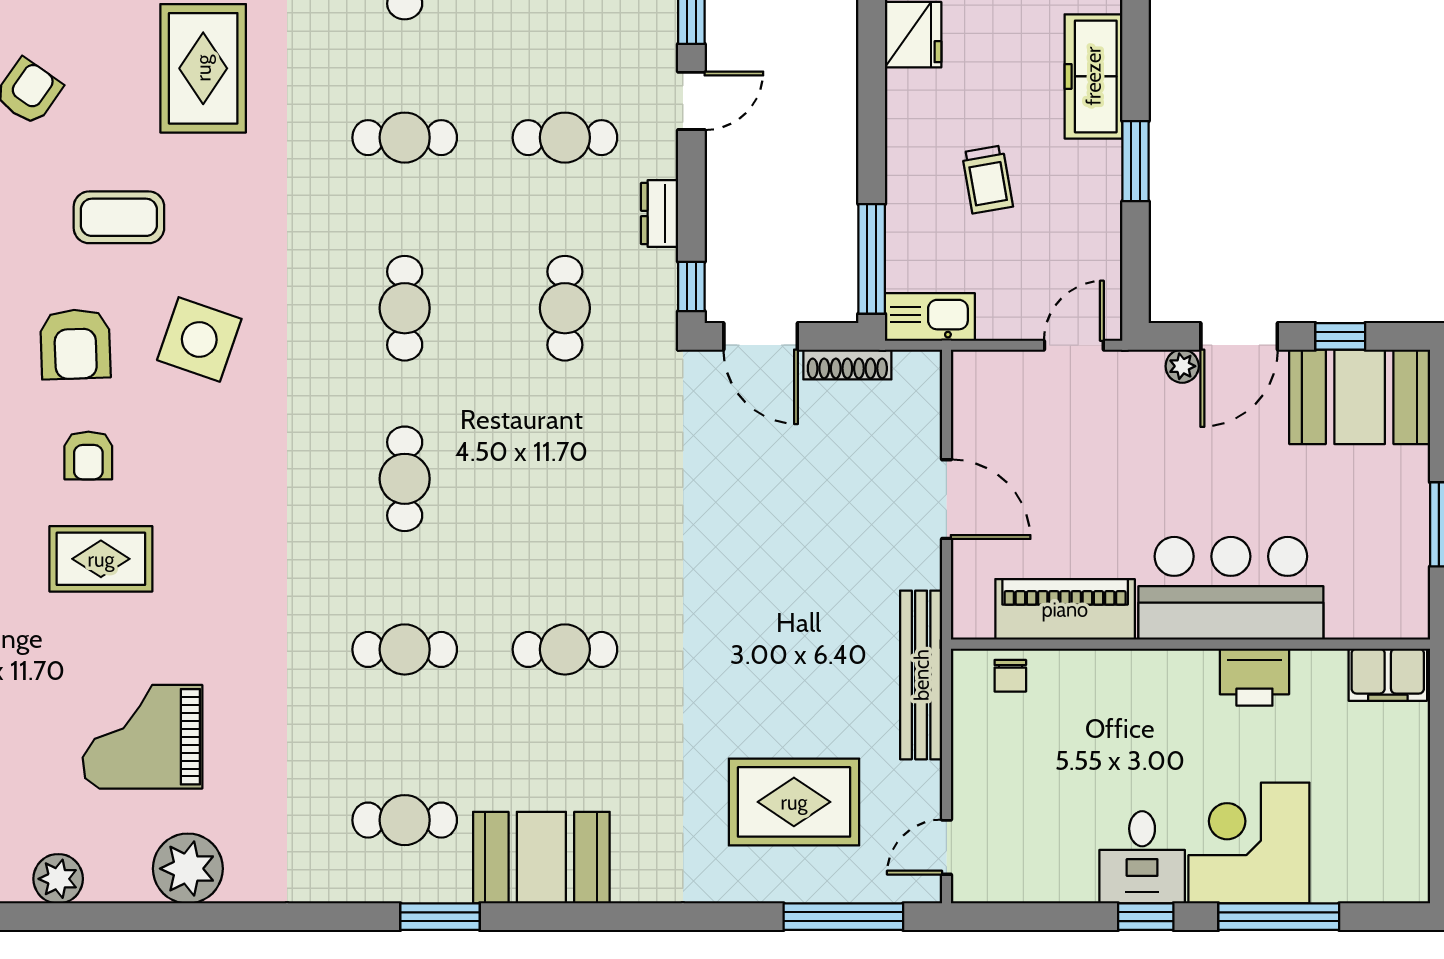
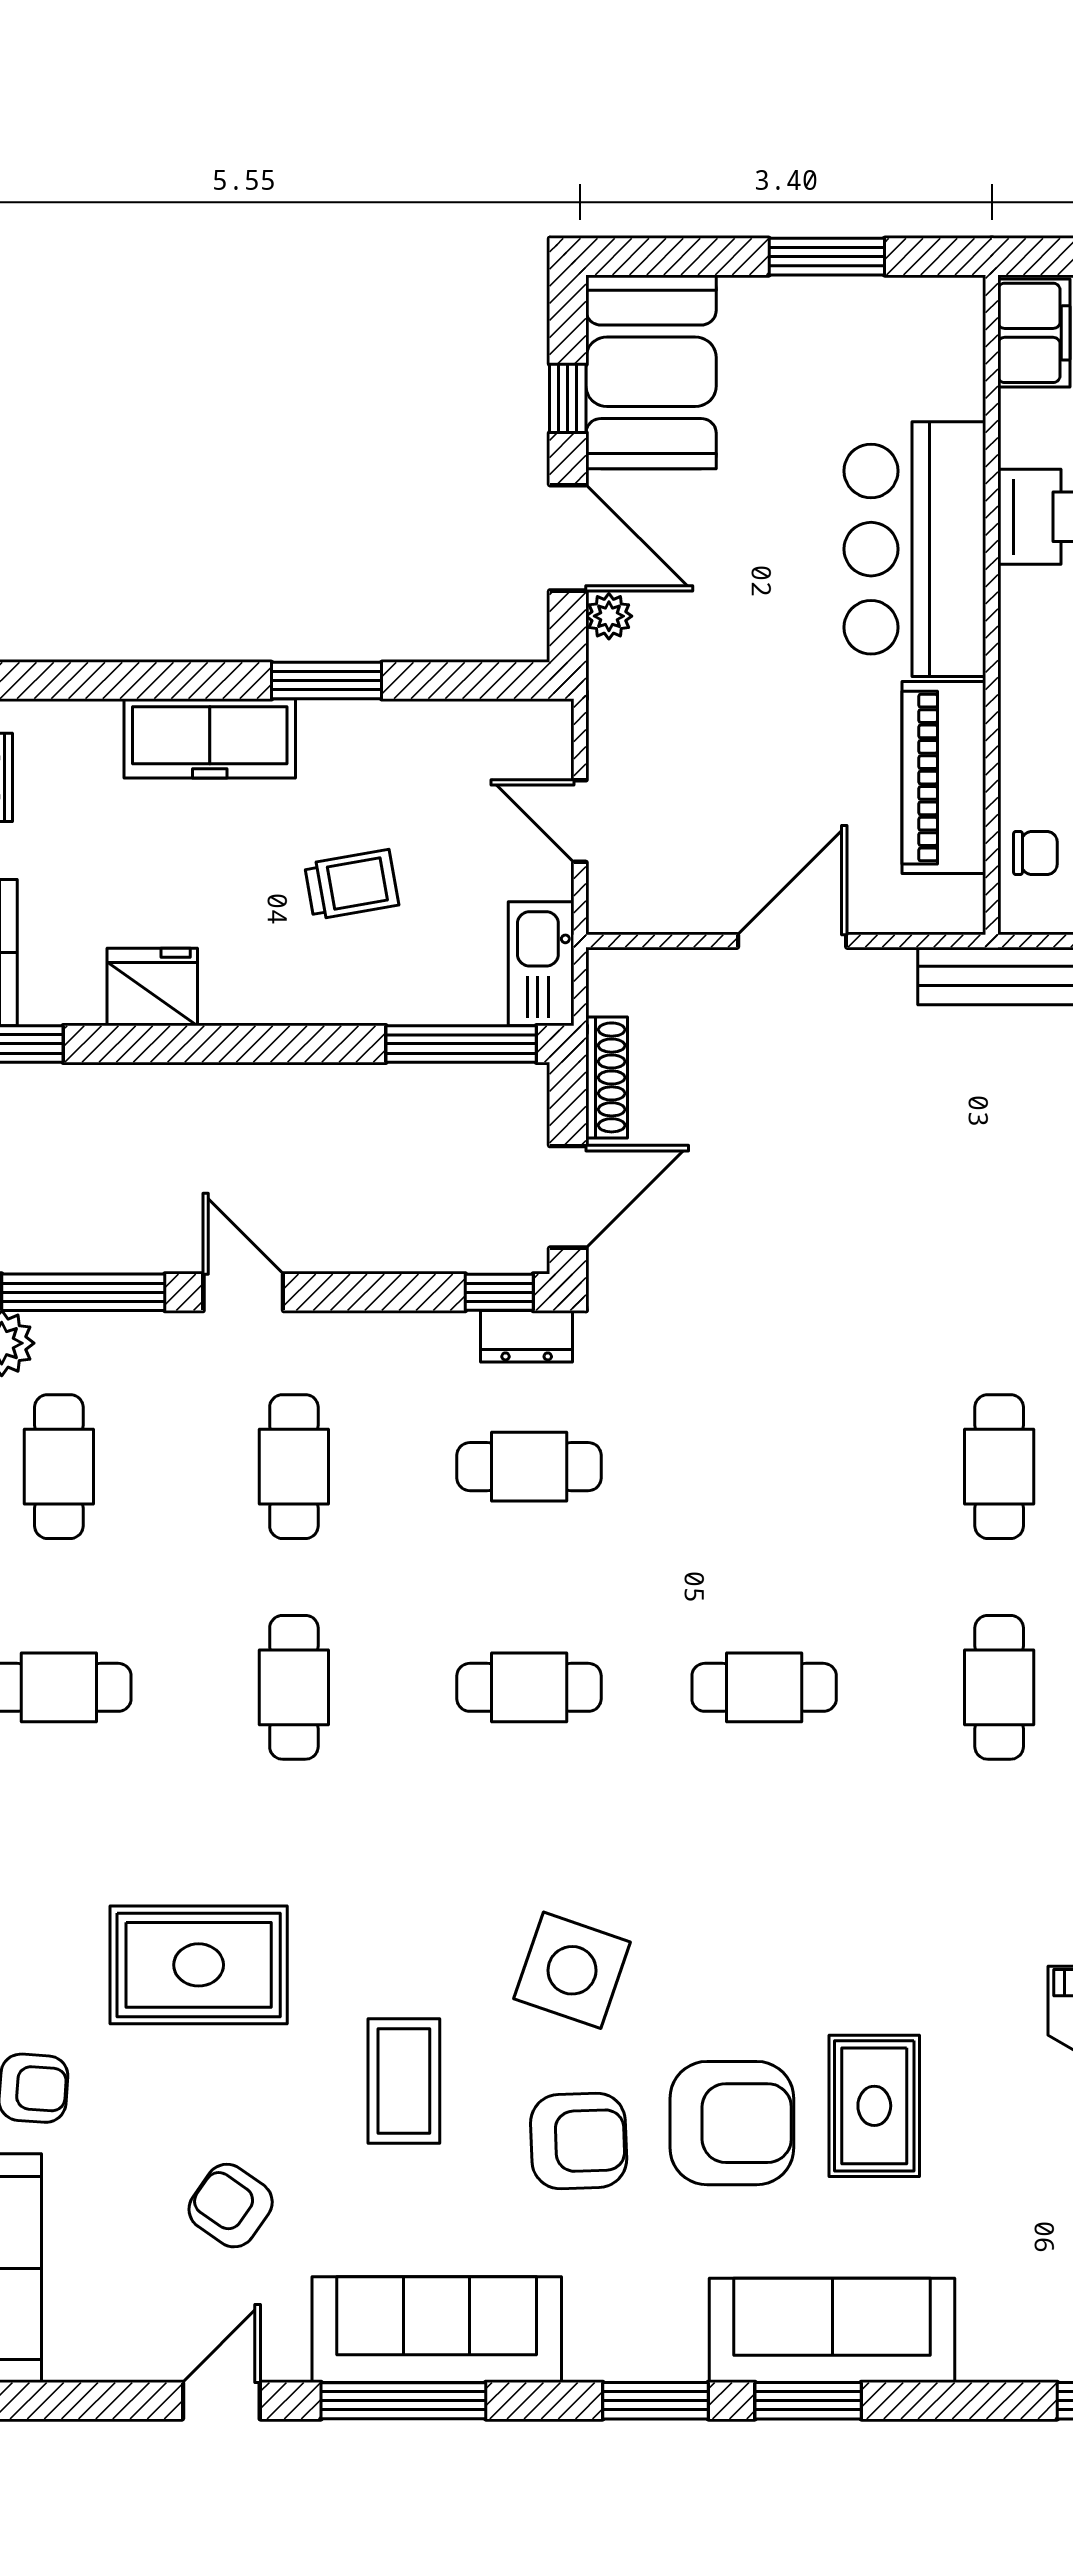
dresser: (659, 213) -> (527, 1336), moved
door: (1074, 345) -> (580, 821), moved
armchair: (88, 455) -> (732, 2123), width x1.88, depth x1.88

